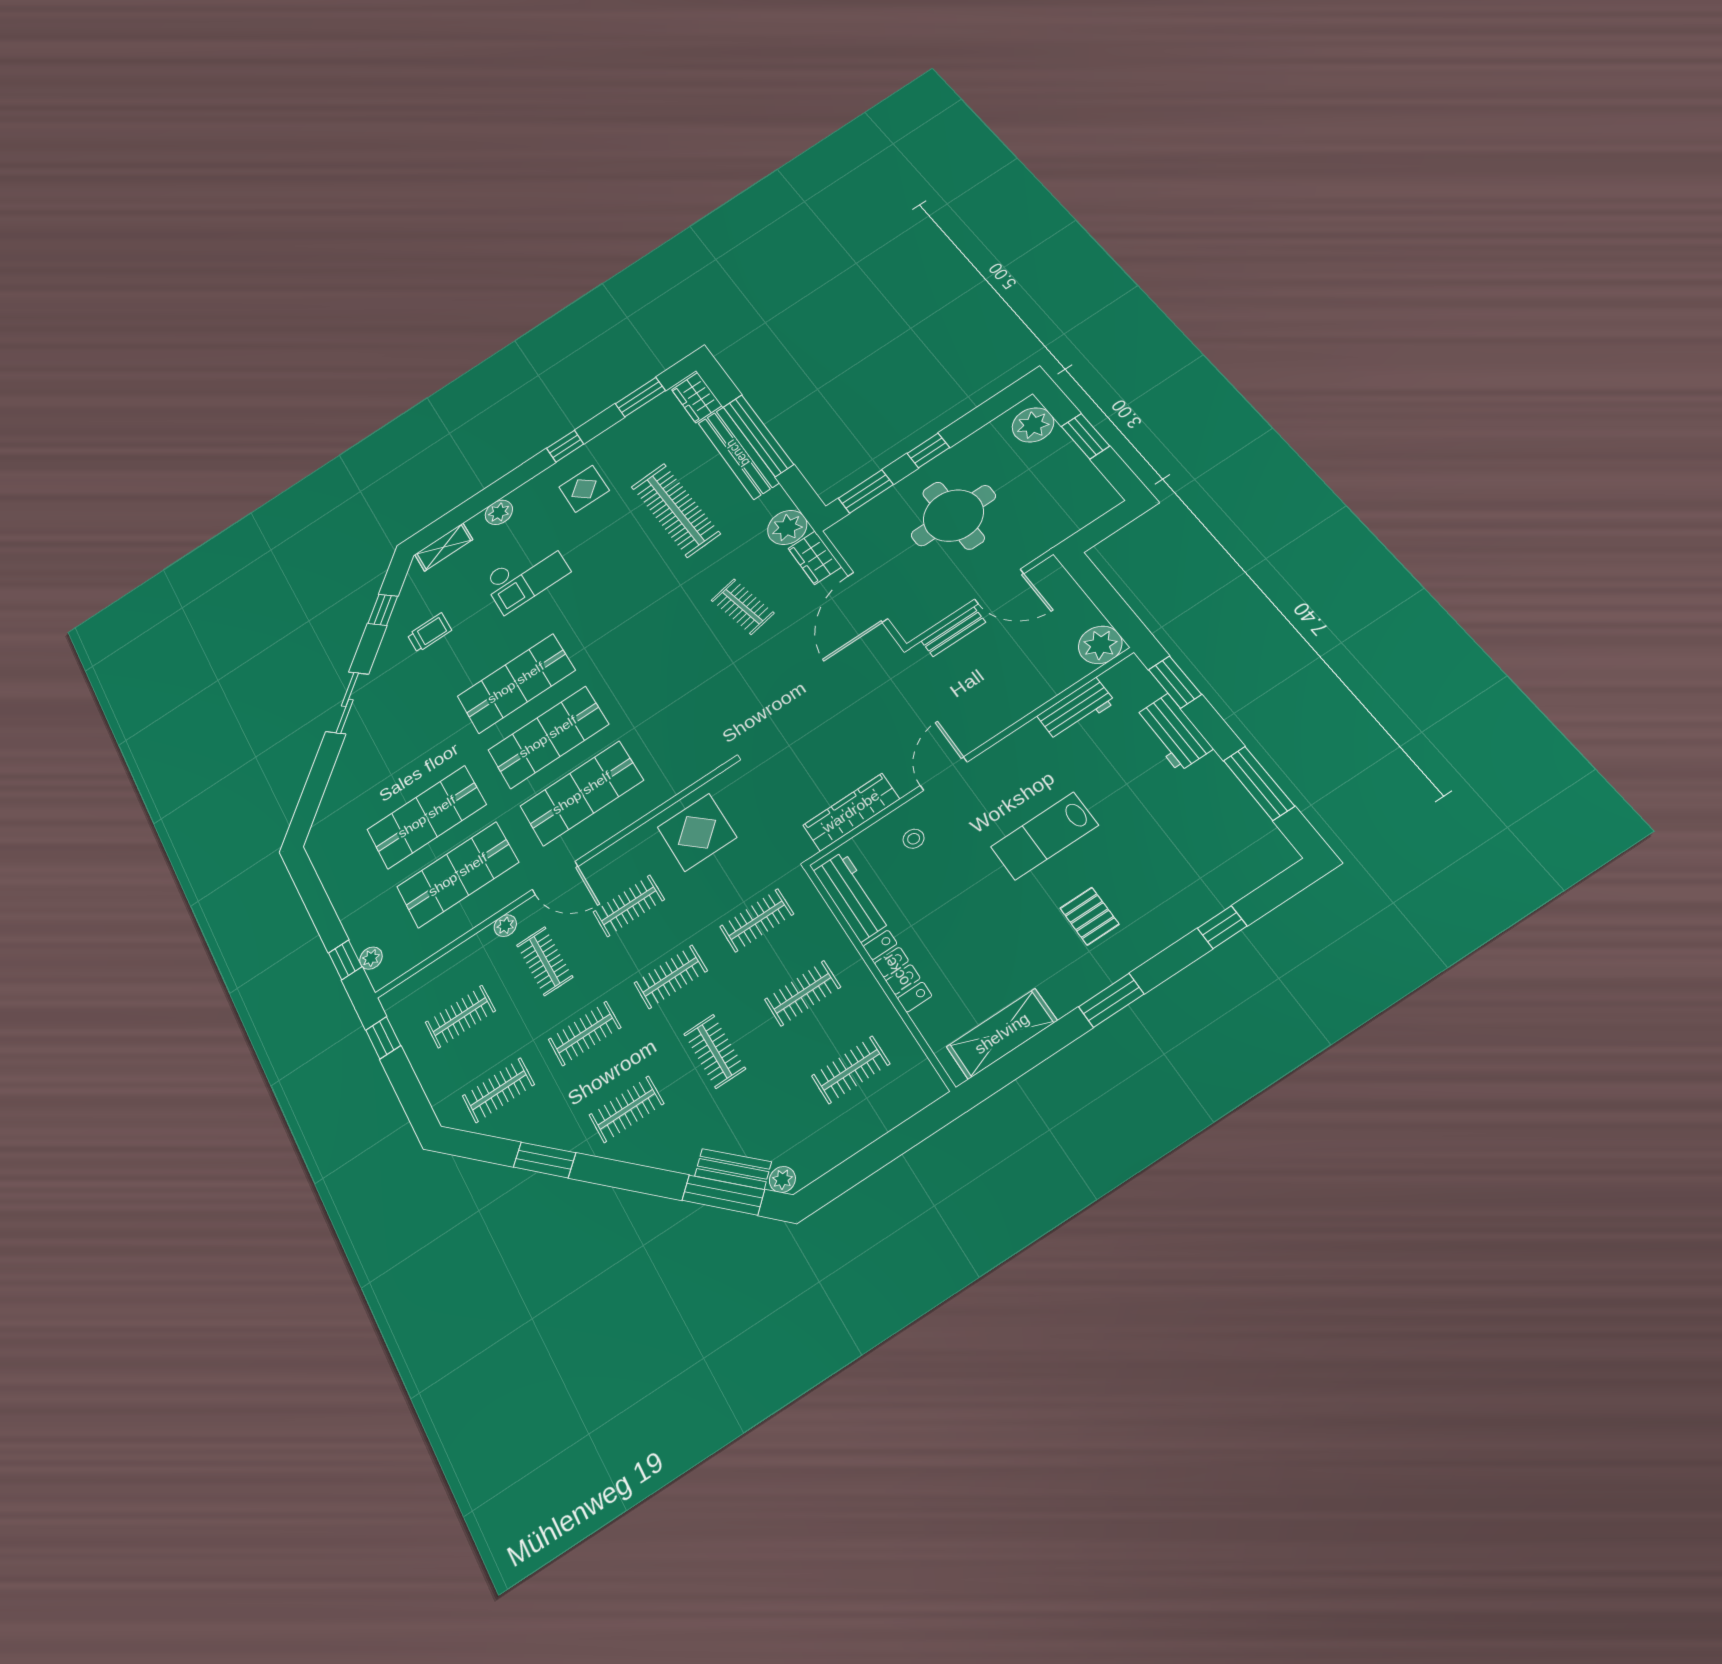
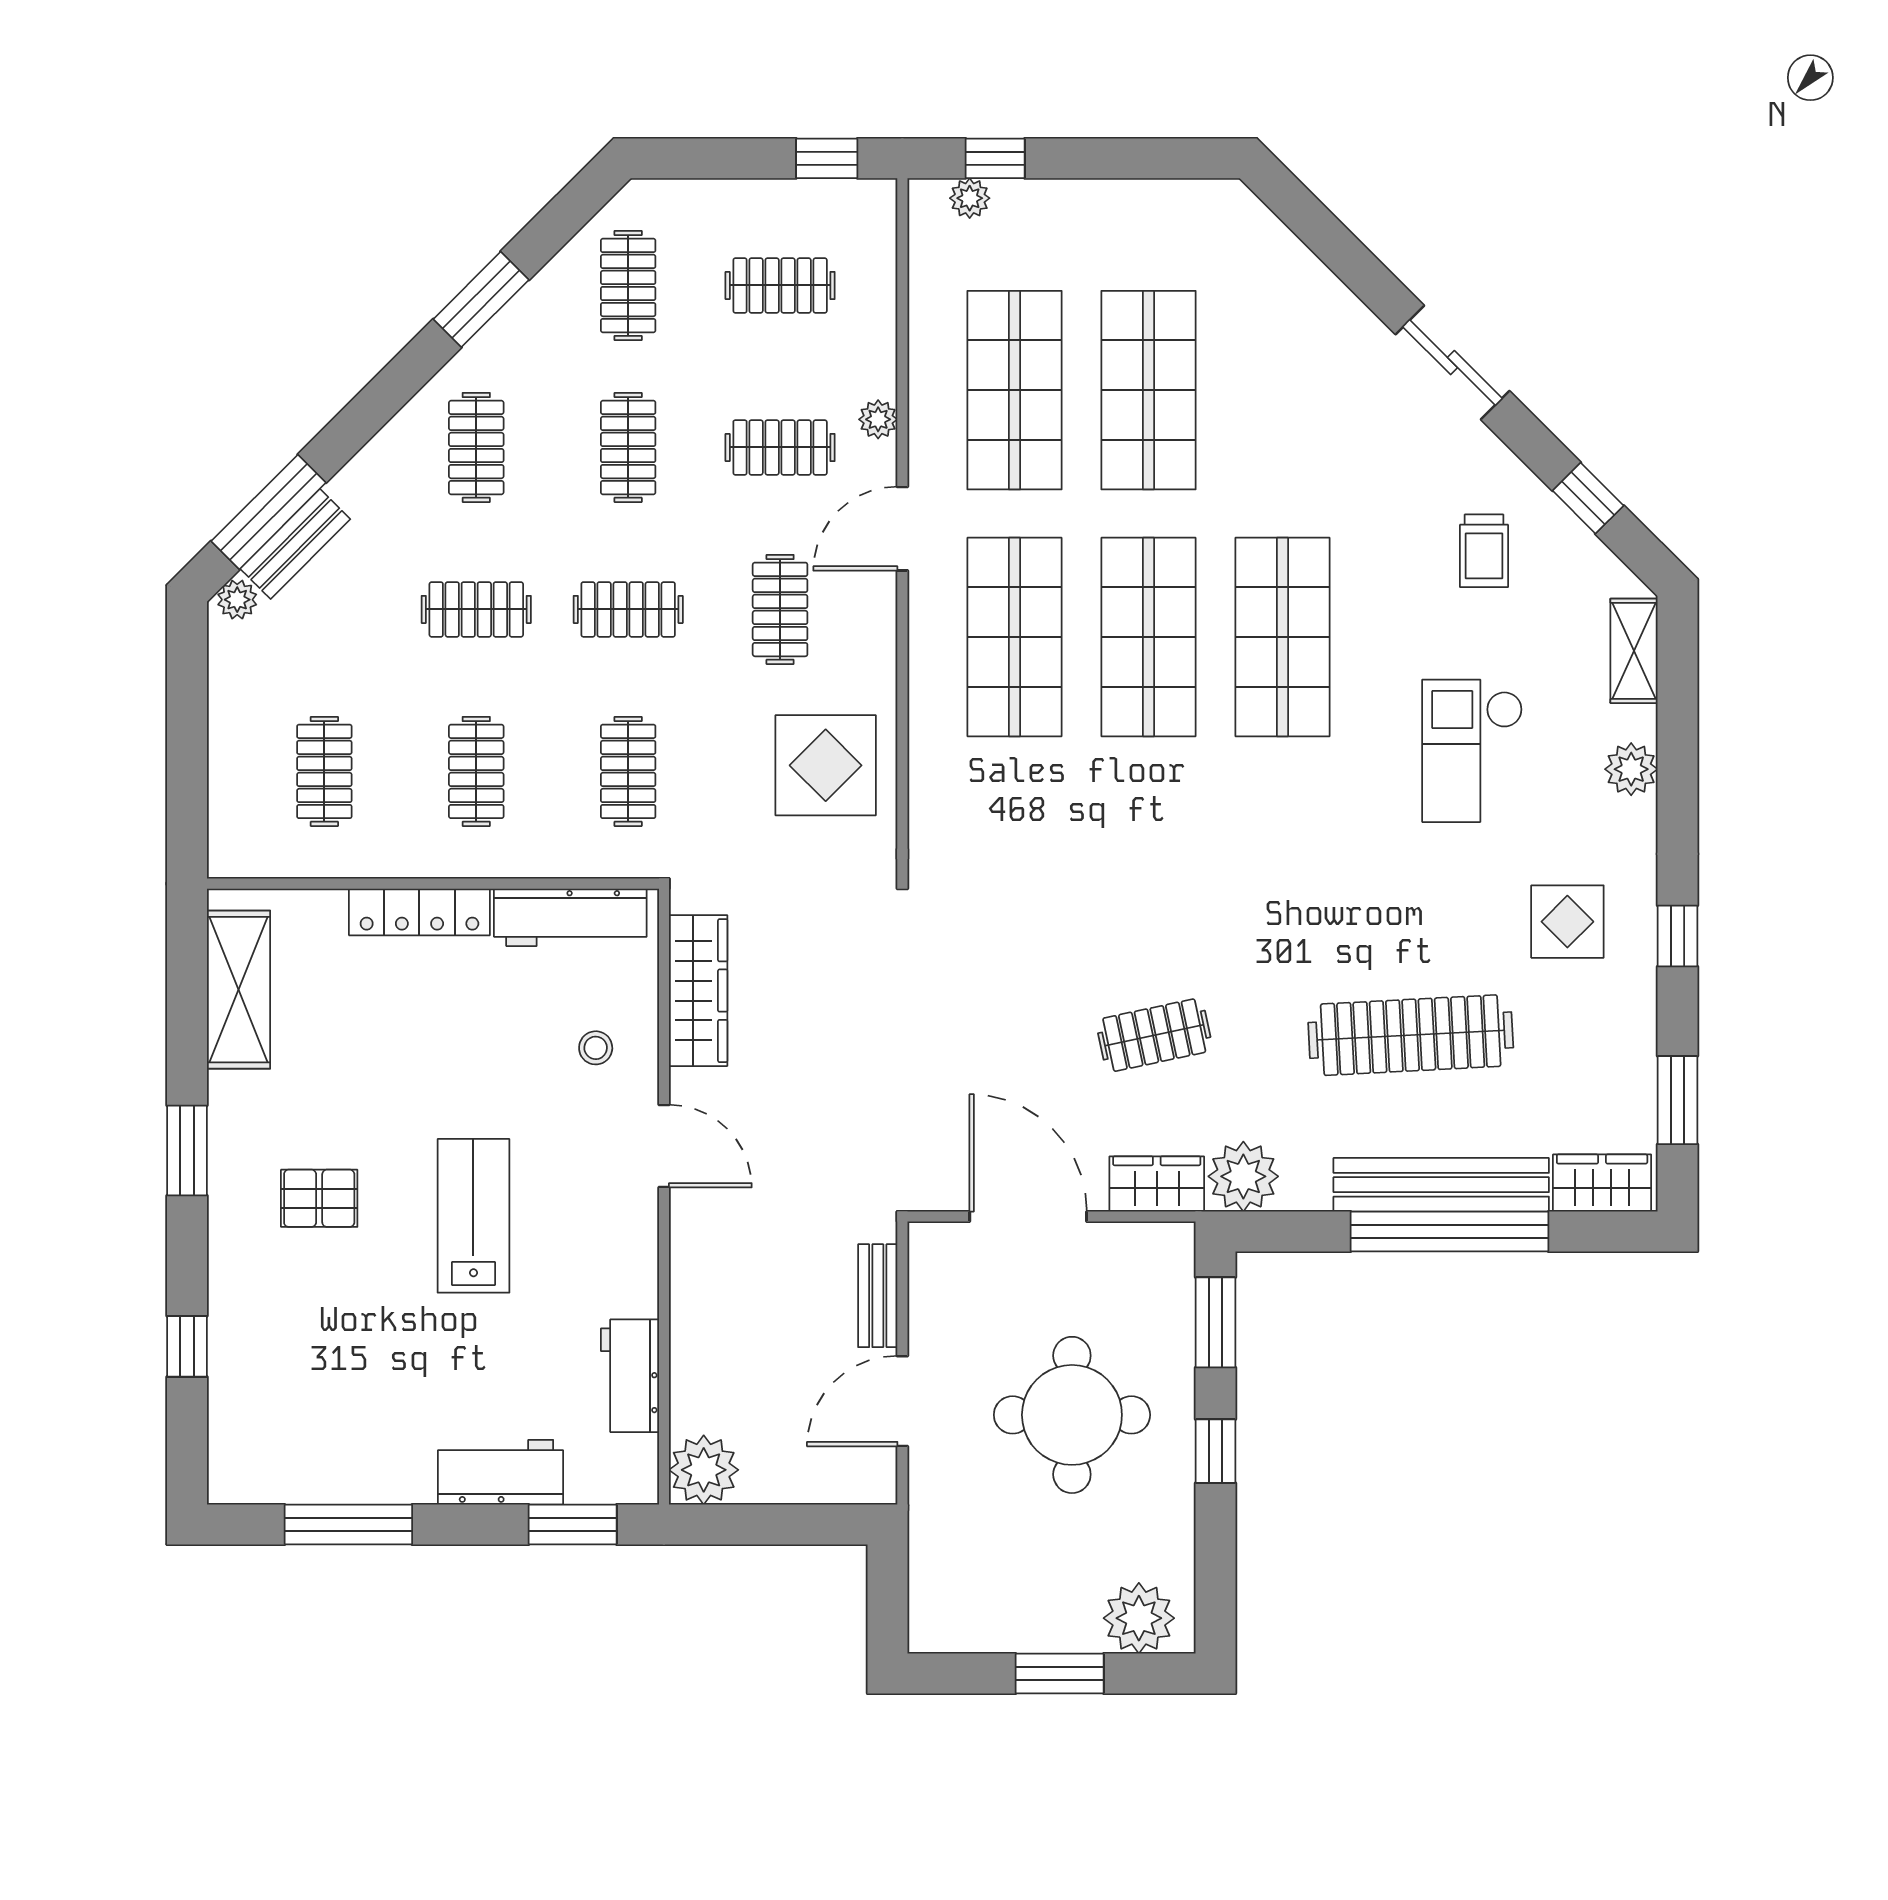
clothes rail: (671, 977) -> (628, 609), turned 90
clothes rail: (460, 1017) -> (780, 285), turned 90

